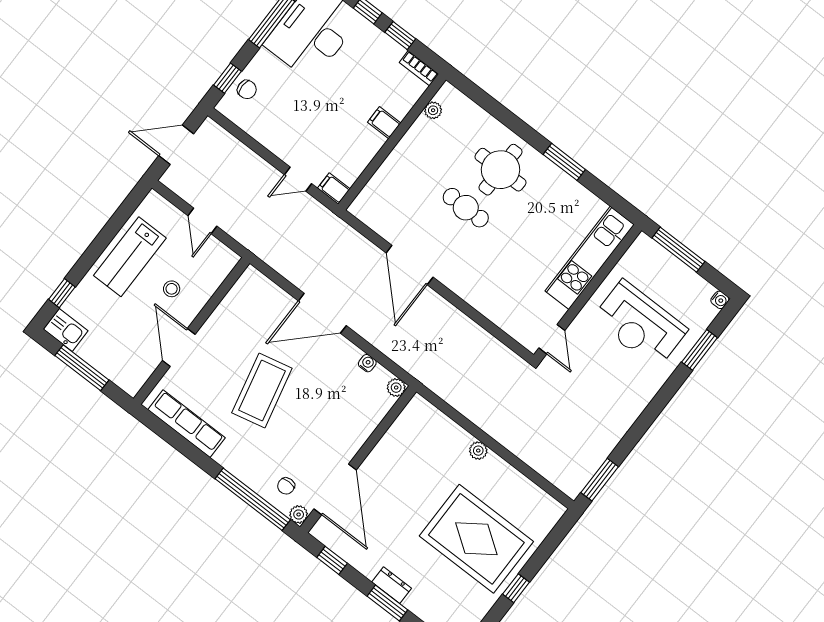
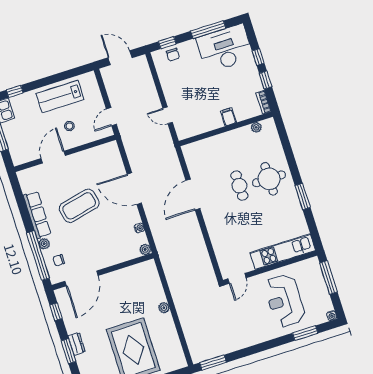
filing cabinet: (334, 188) -> (182, 132), removed
door: (202, 221) -> (111, 117), moved
row of seats: (187, 424) -> (37, 215), moved
plant: (299, 514) -> (44, 244), moved

